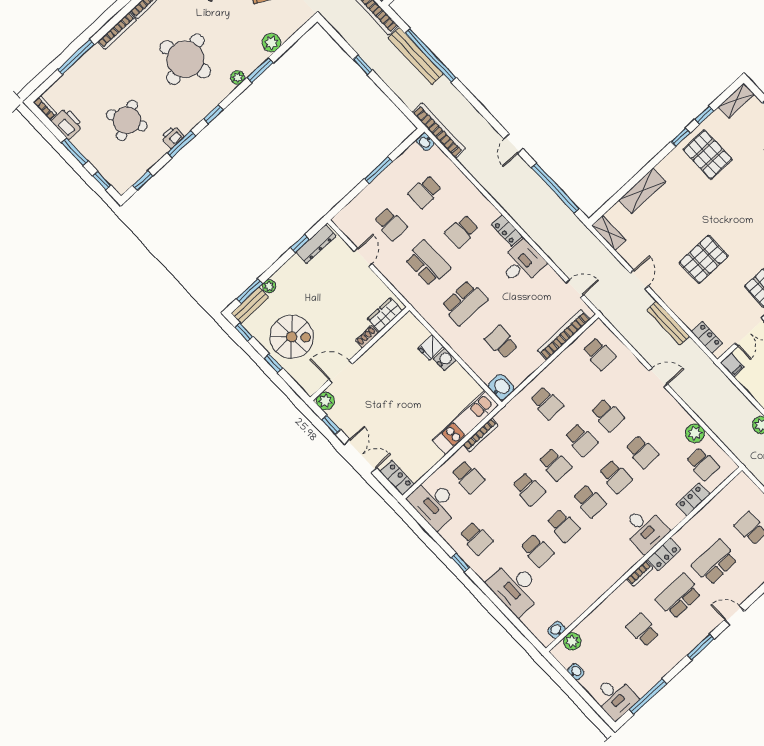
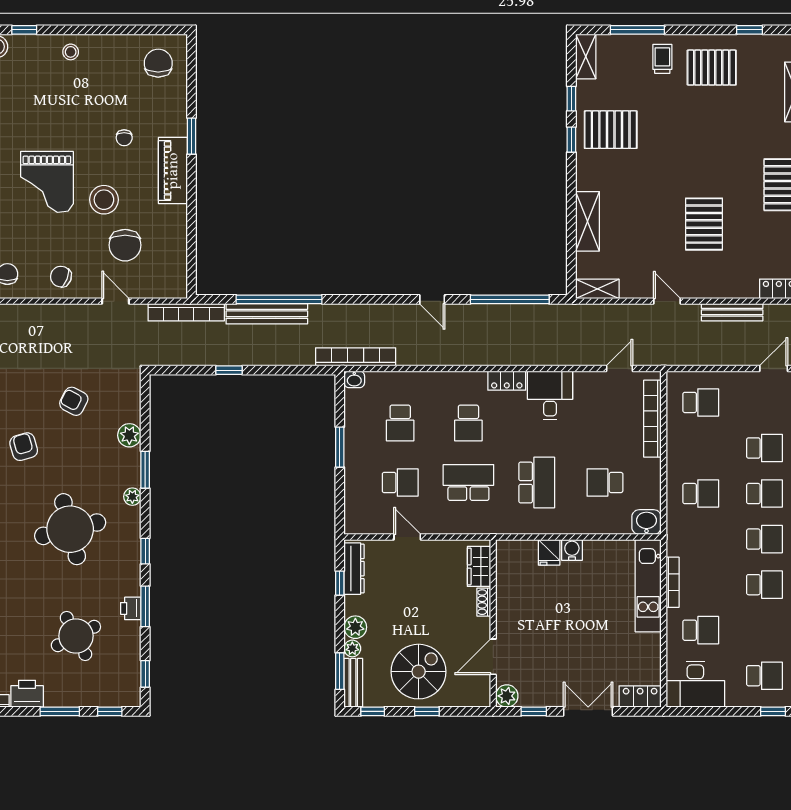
plant: (283, 276) -> (355, 627), added

